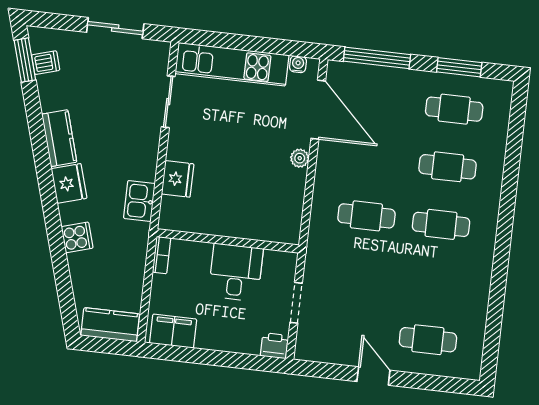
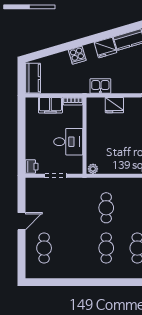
plant: (300, 158) -> (93, 169), moved
filing cabinet: (173, 331) -> (50, 105), moved, turned 90

